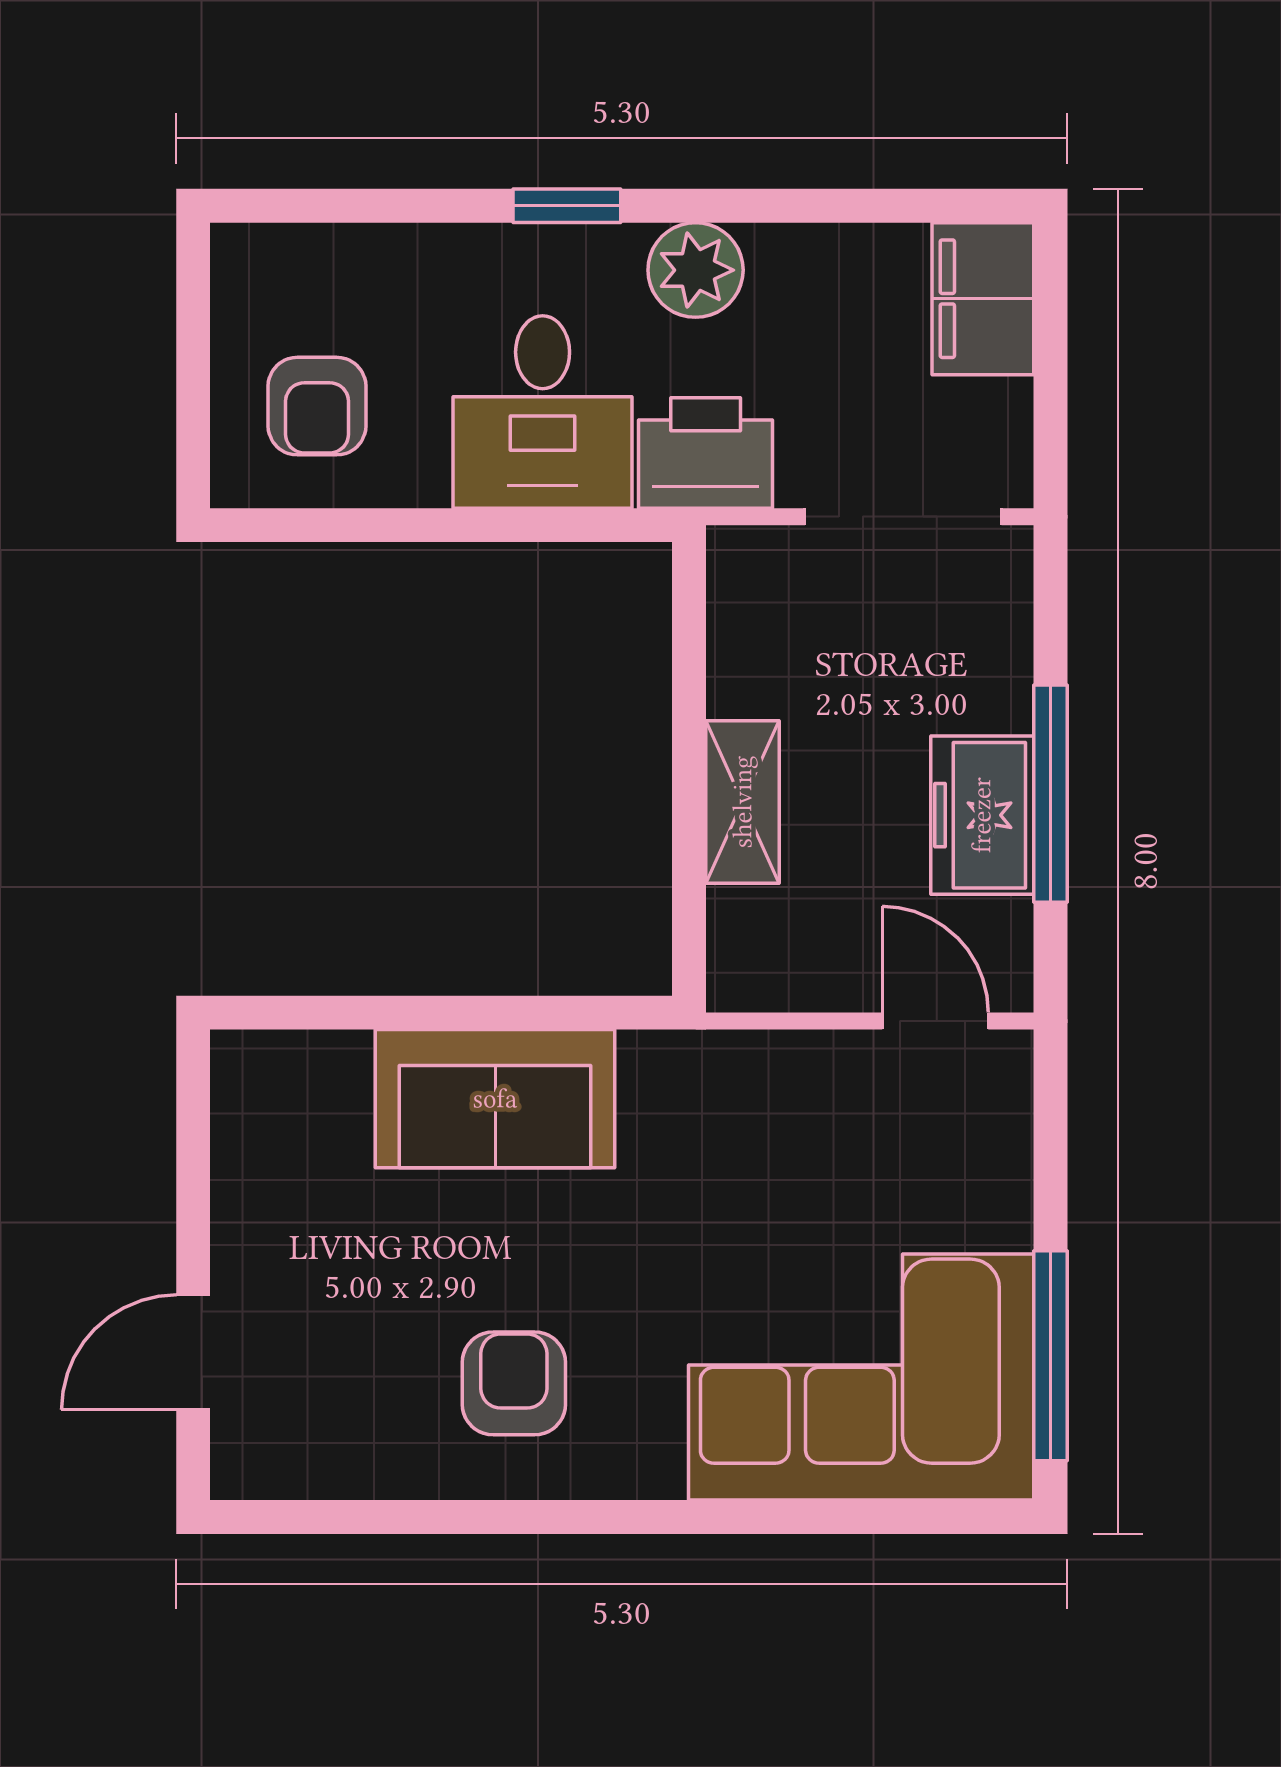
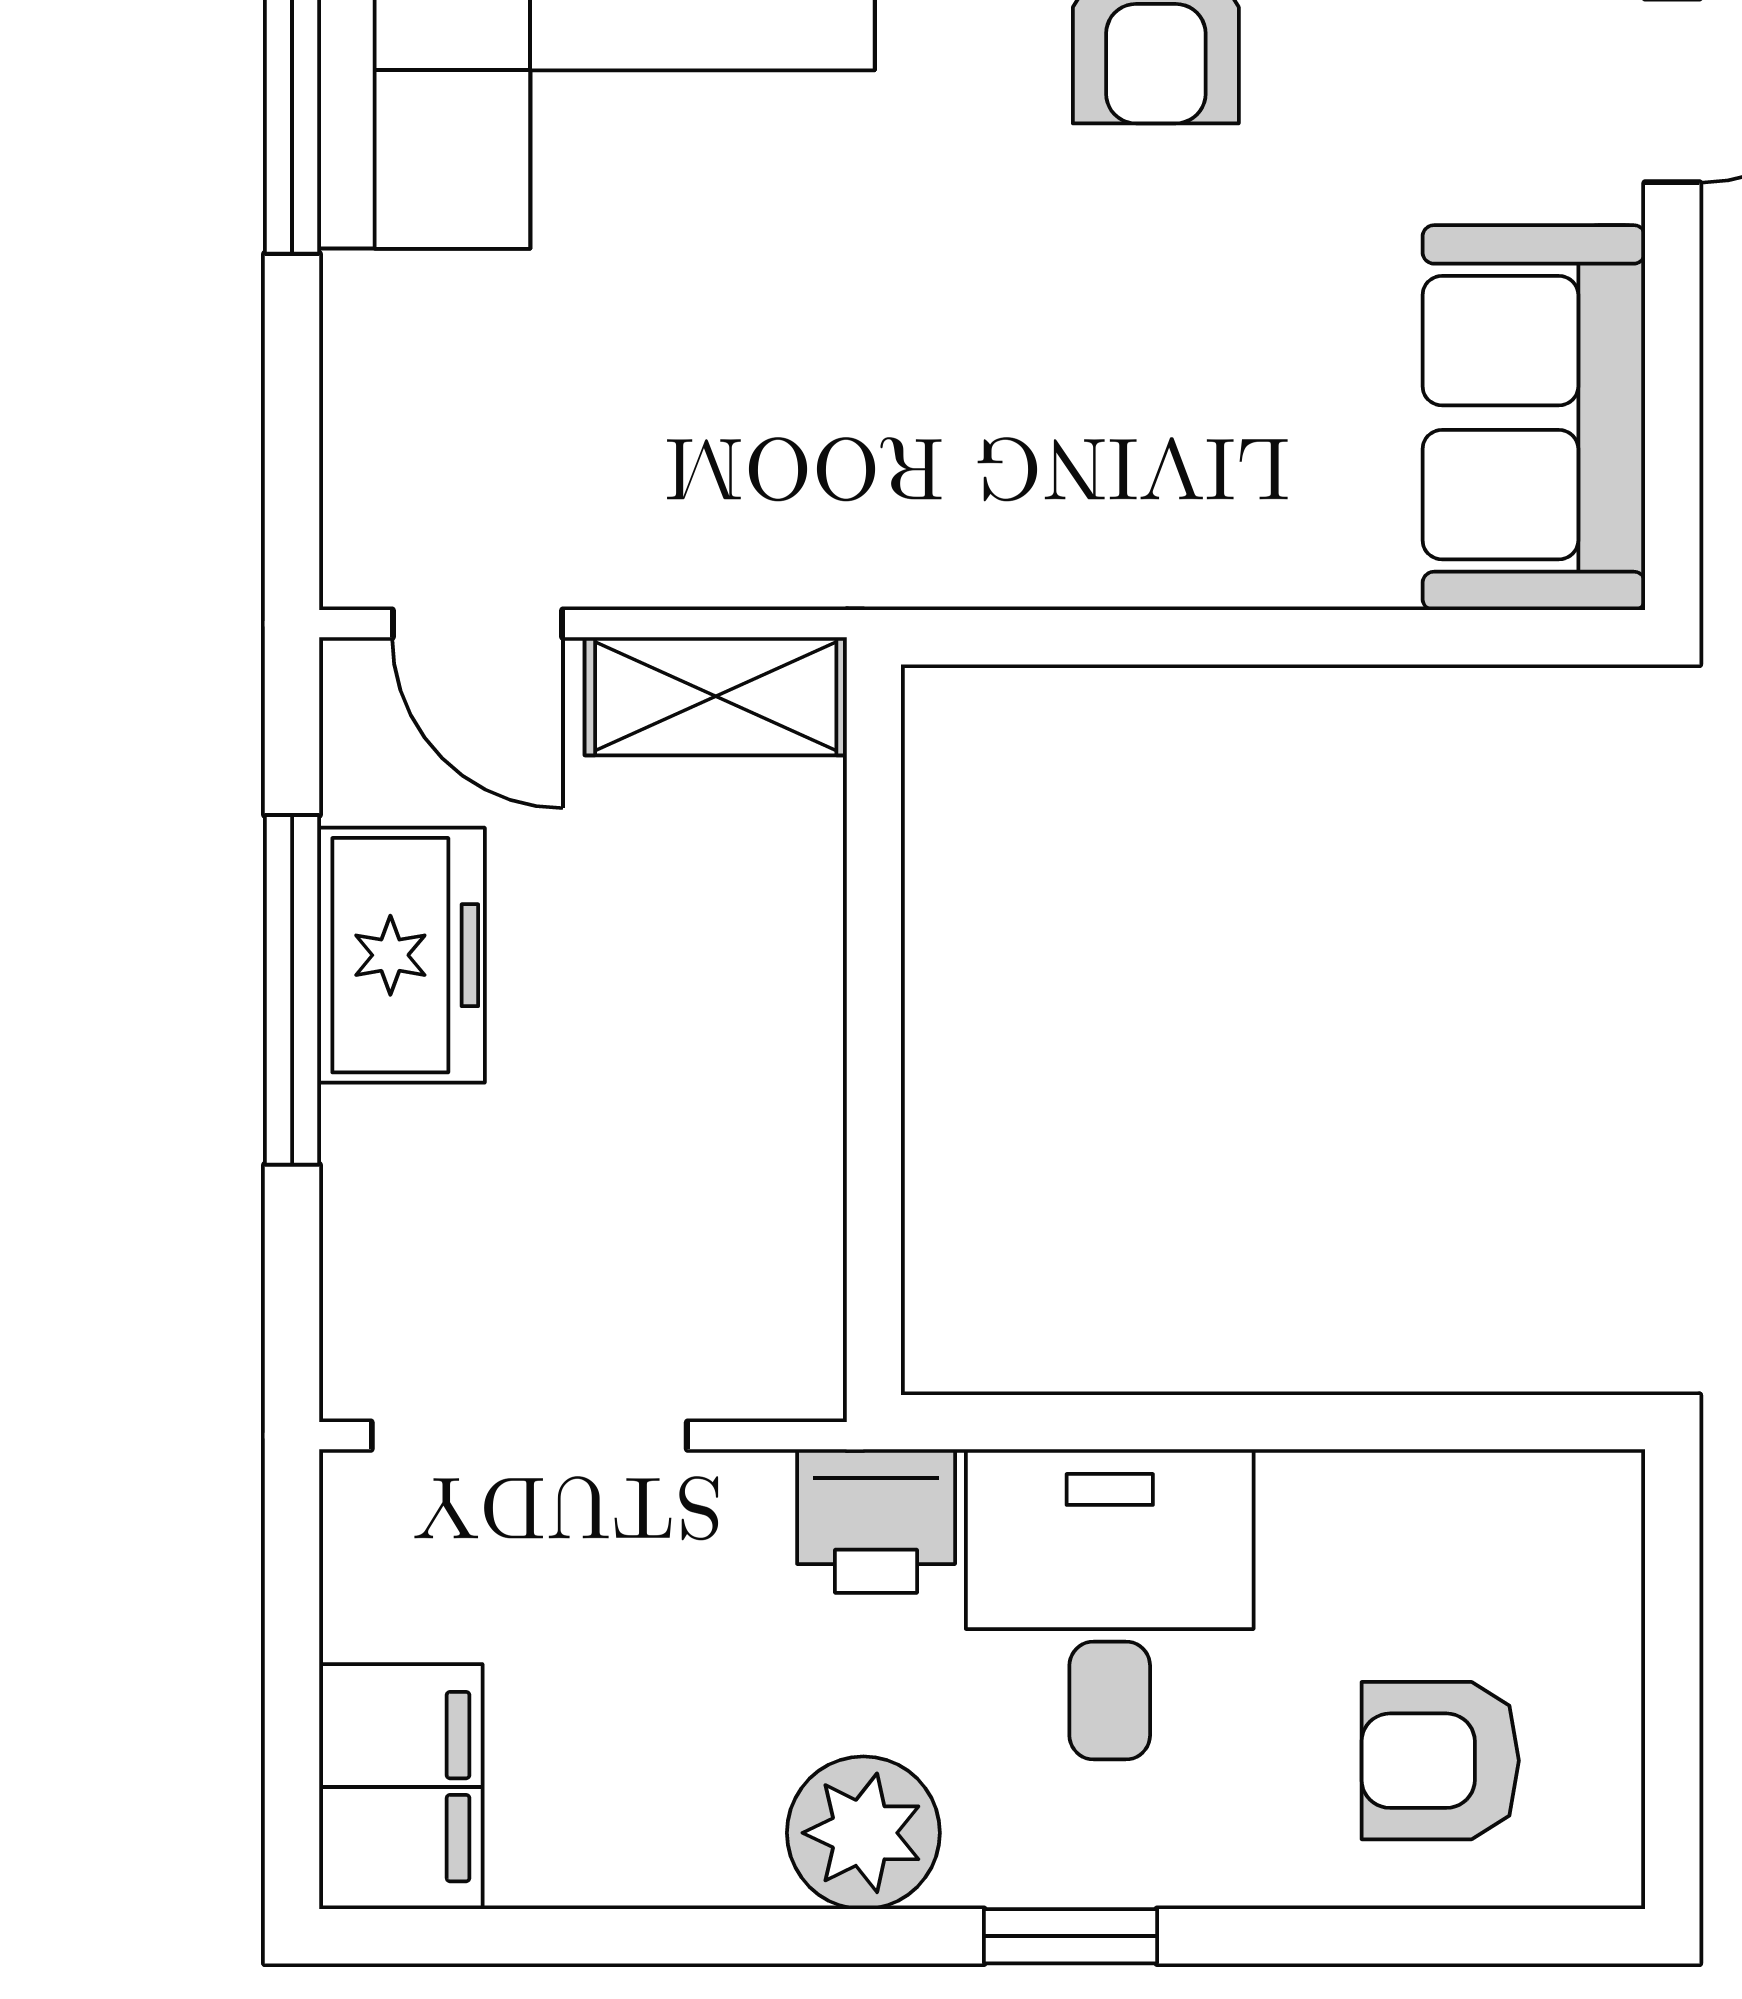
armchair: (317, 406) -> (1440, 1761), moved, turned -90
printer: (706, 453) -> (876, 1521), width x0.73, depth x0.81
shelving: (743, 802) -> (716, 696), moved, turned 90
sofa: (495, 1099) -> (1534, 418), moved, turned -90

